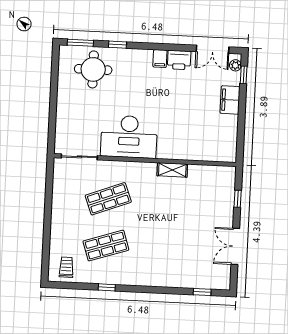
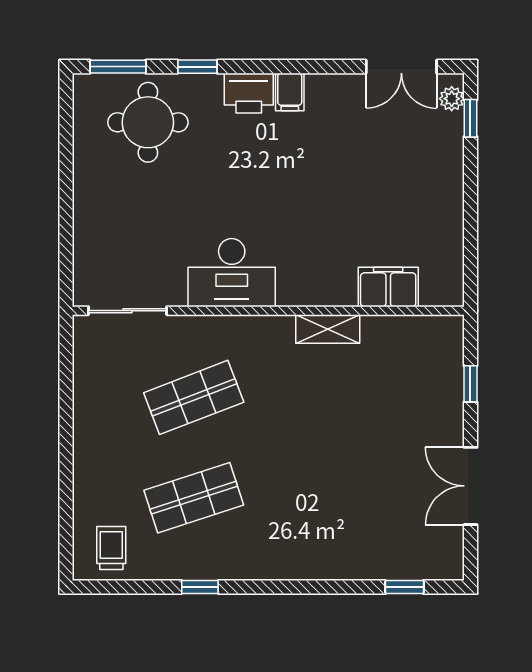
printer: (179, 60) -> (249, 93), moved
filing cabinet: (230, 100) -> (388, 287), moved, turned 90
desk: (129, 137) -> (232, 273), width x0.73, depth x0.77

